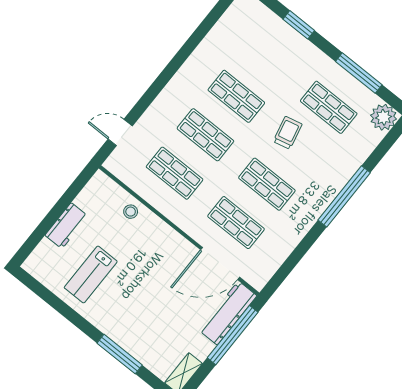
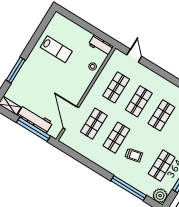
trolley: (288, 133) -> (134, 155), moved
window: (344, 196) -> (129, 188), moved
workbench: (67, 226) -> (101, 45), moved
lab bench: (91, 274) -> (56, 49), turned 180
workbench: (228, 313) -> (35, 119), moved

